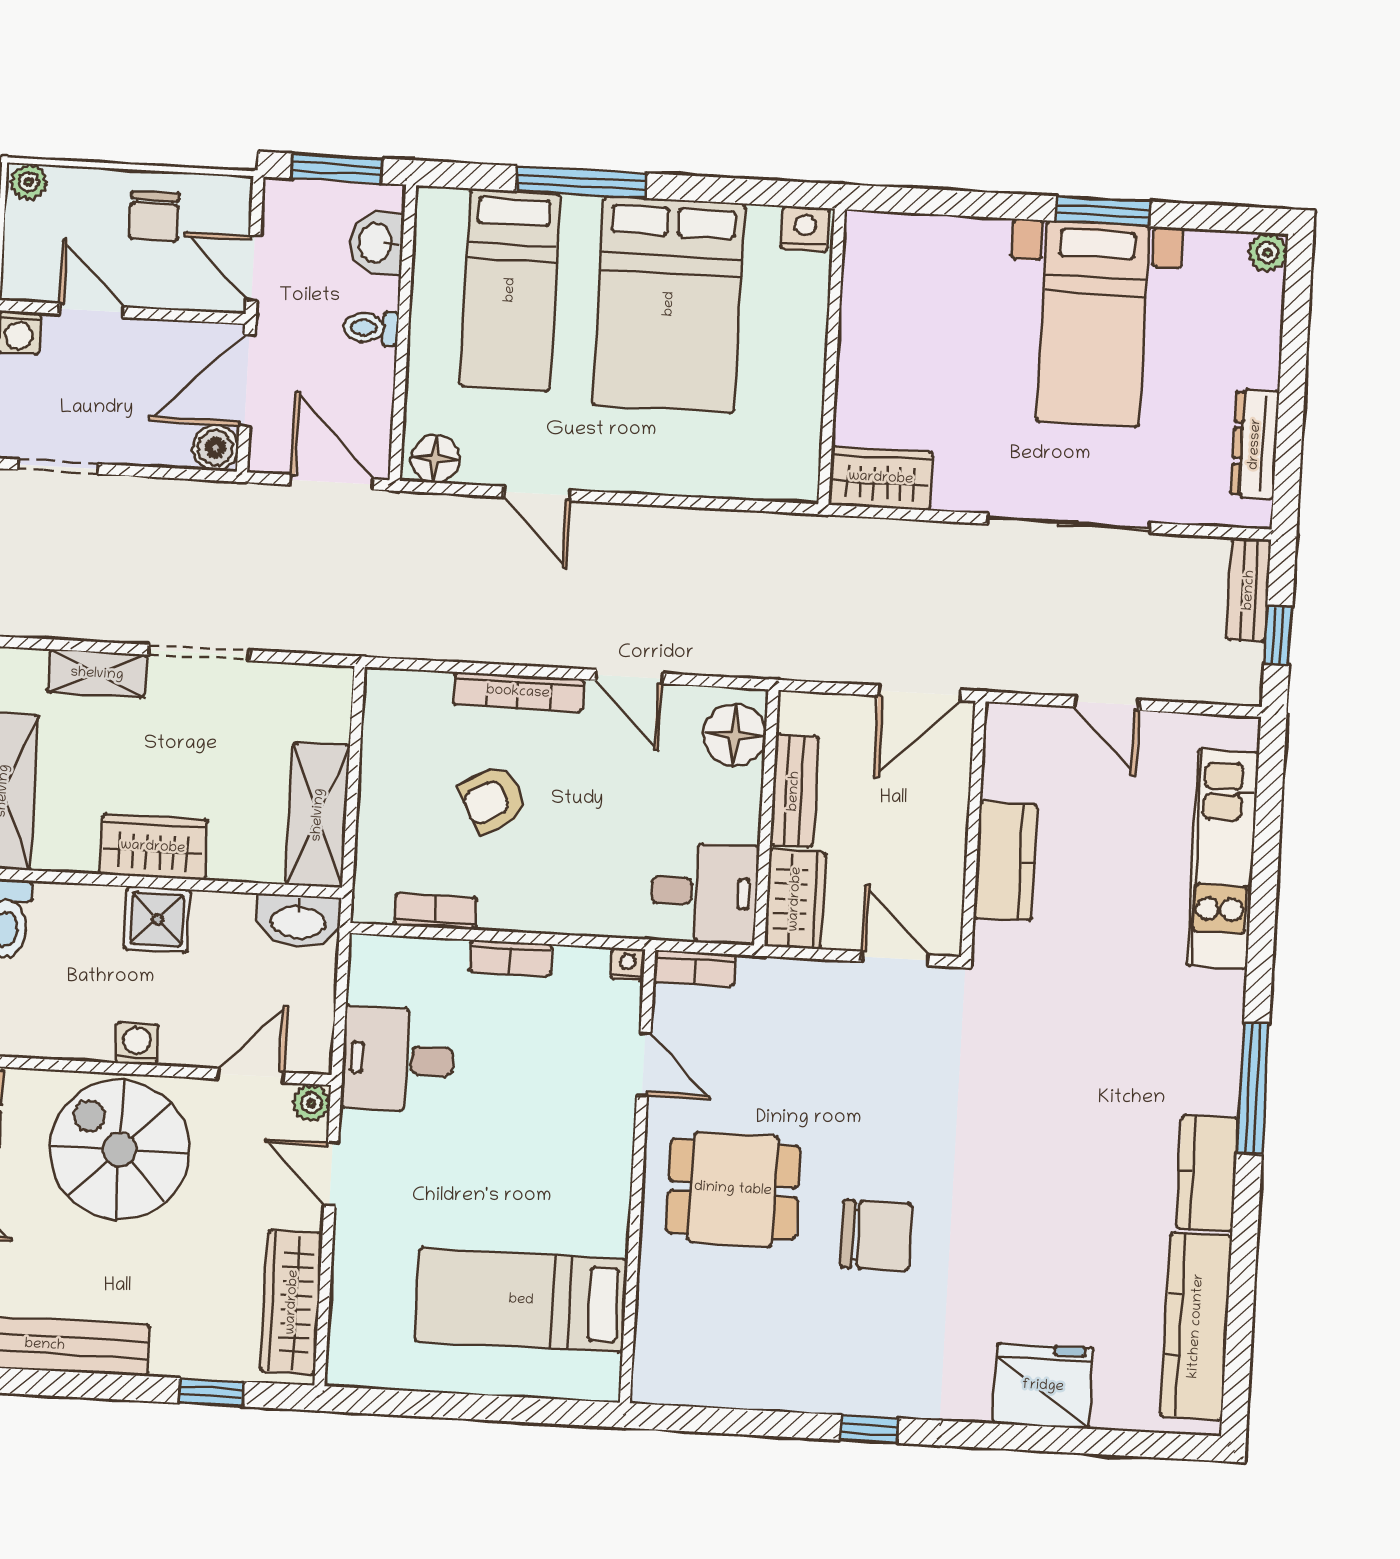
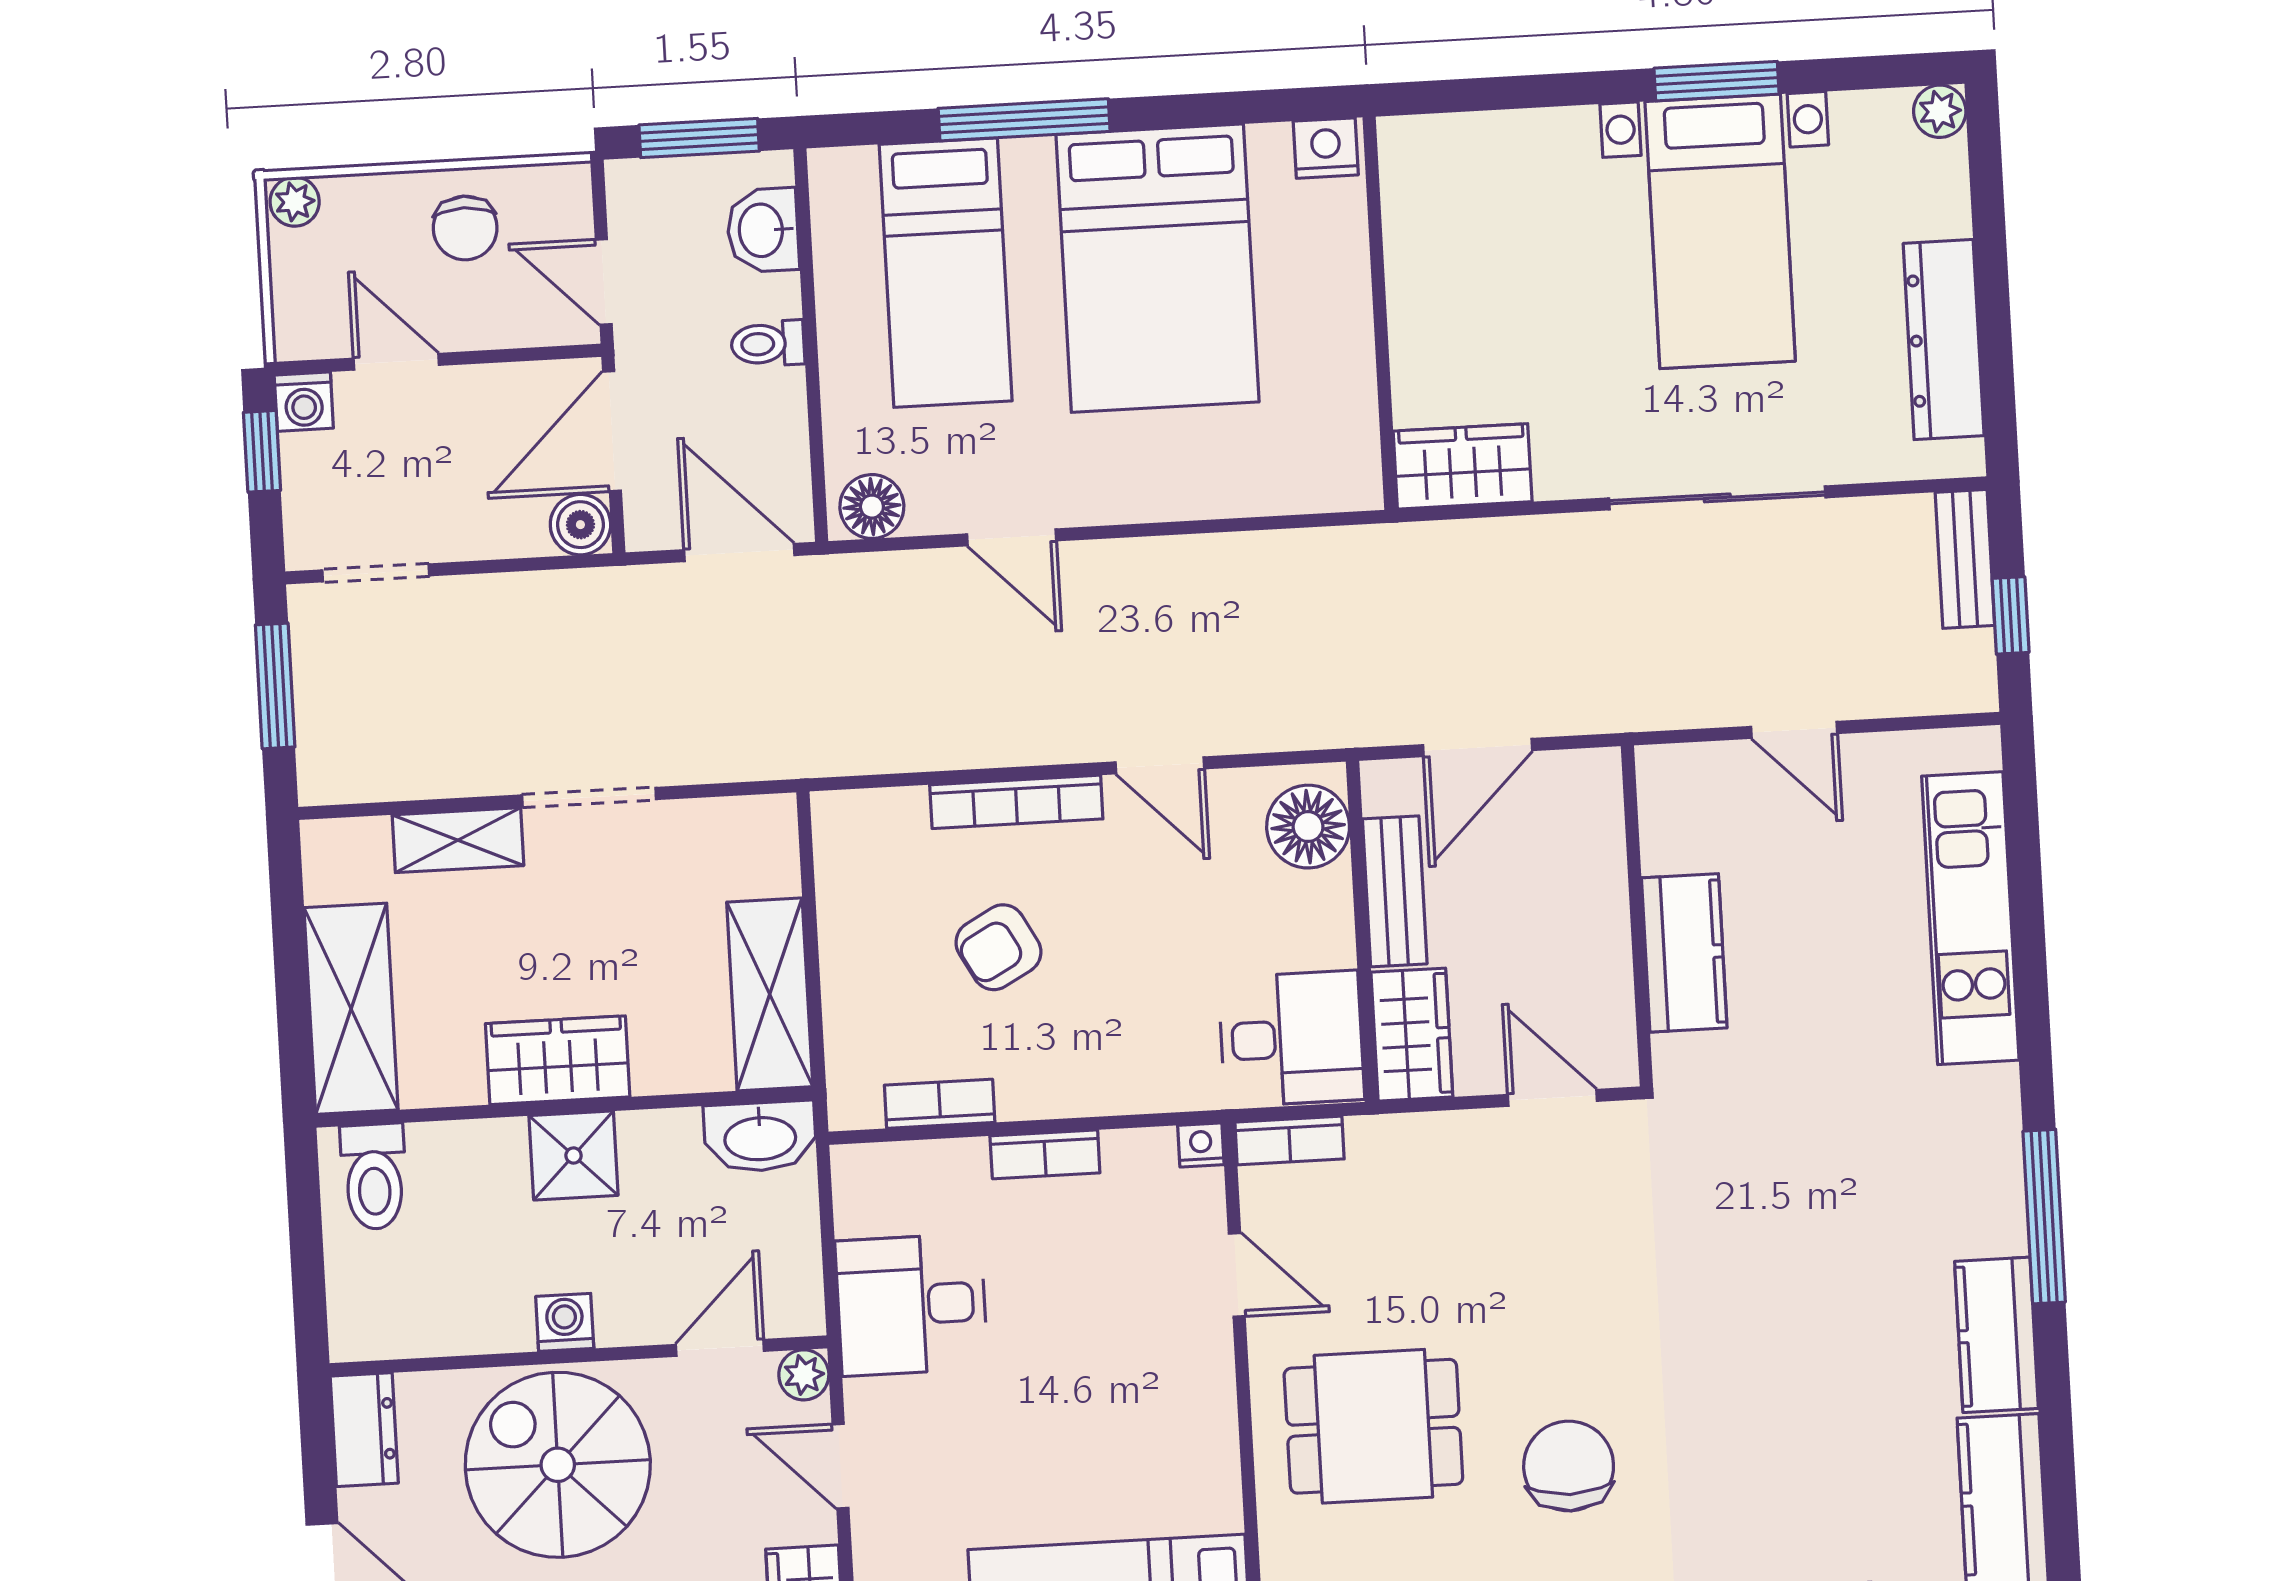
dresser: (1255, 444) -> (1944, 340), width x1.37, depth x1.24
door: (920, 693) -> (1478, 748), moved
chair: (876, 1235) -> (1569, 1466), turned -90

